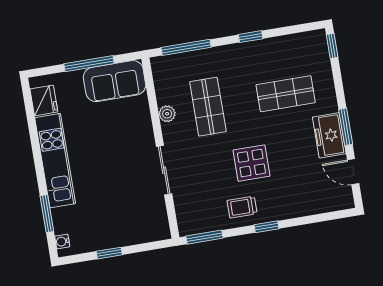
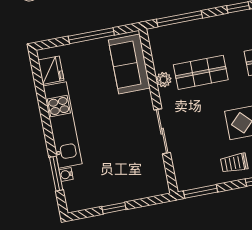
sofa: (115, 81) -> (129, 64), moved, turned 90
shop shelf: (208, 107) -> (201, 72), turned 90
water cooler: (62, 241) -> (66, 175), moved

